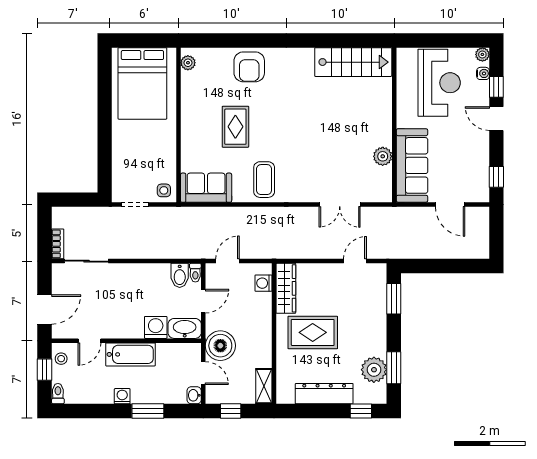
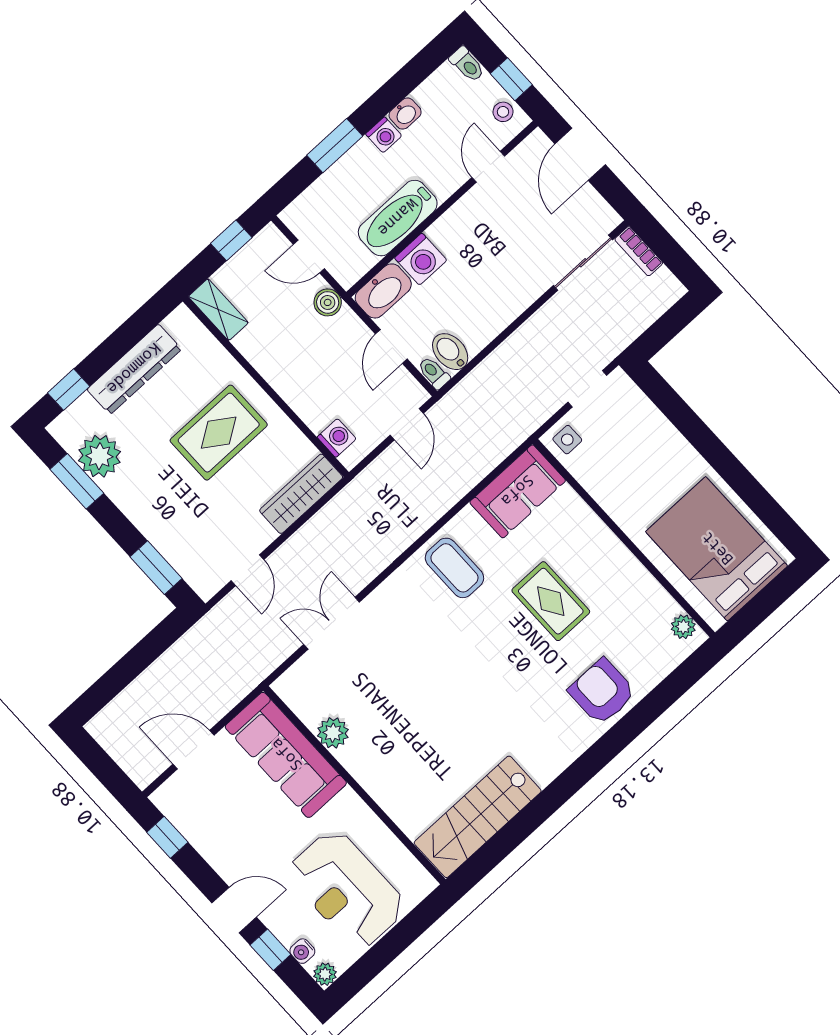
wardrobe: (286, 288) -> (301, 494), moved, turned 90
boiler: (220, 346) -> (328, 302), width x0.54, depth x0.54
bathtub: (130, 354) -> (398, 218), moved
washbasin: (194, 395) -> (405, 114), moved, turned 90

